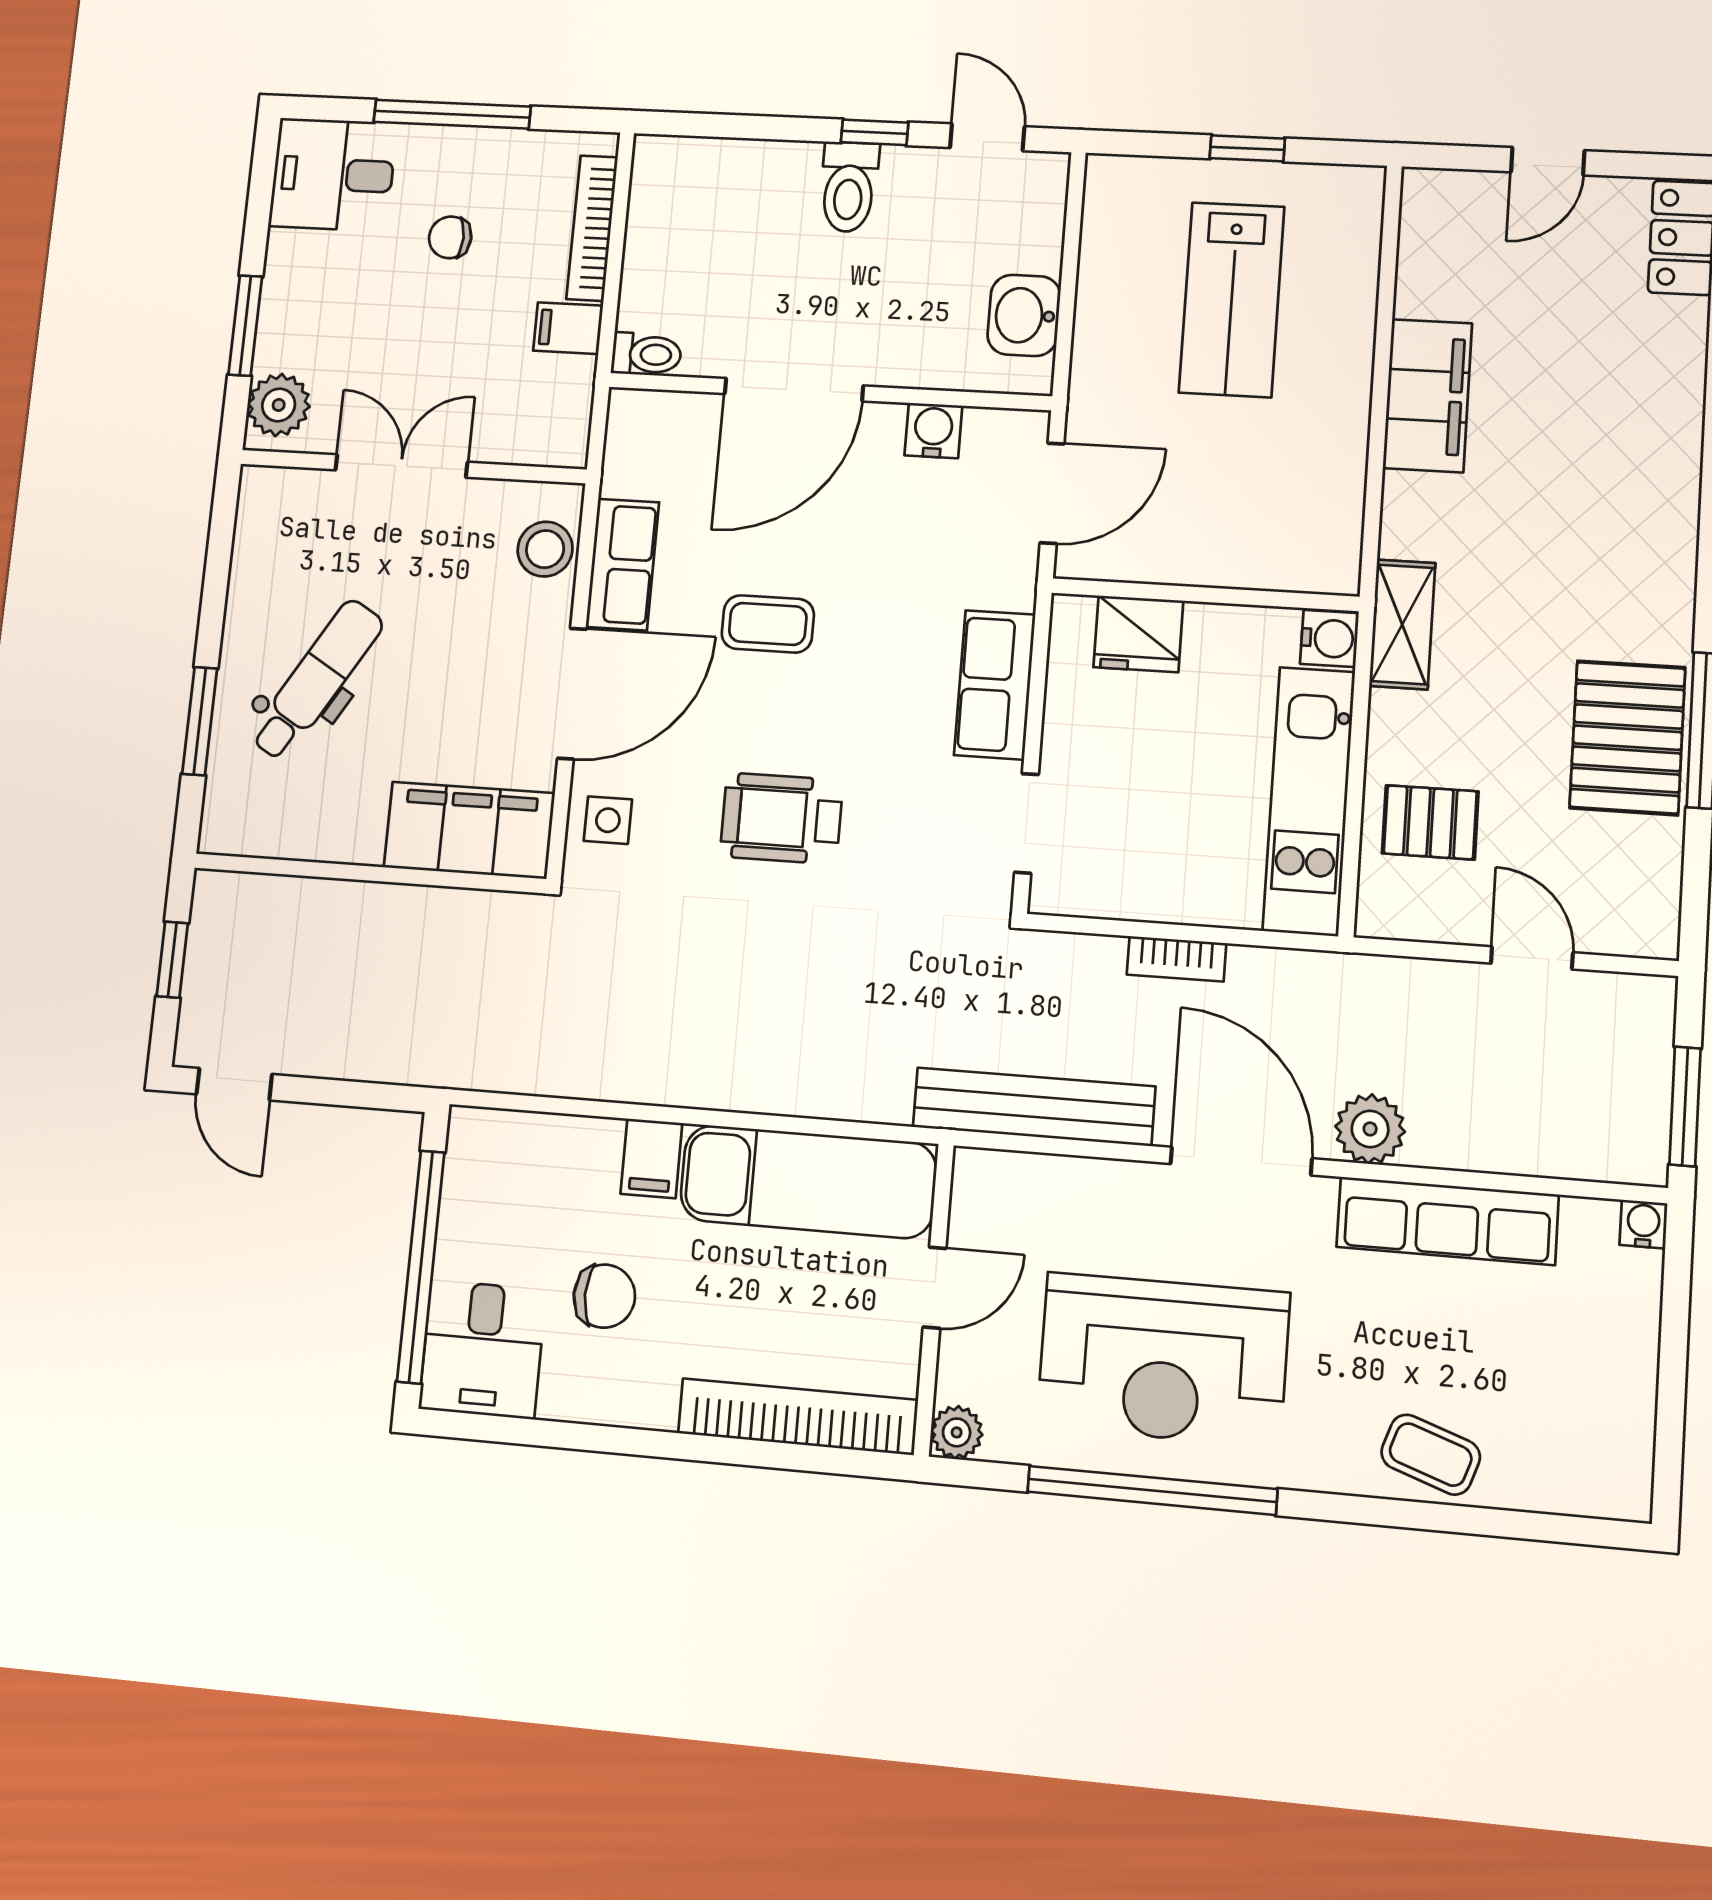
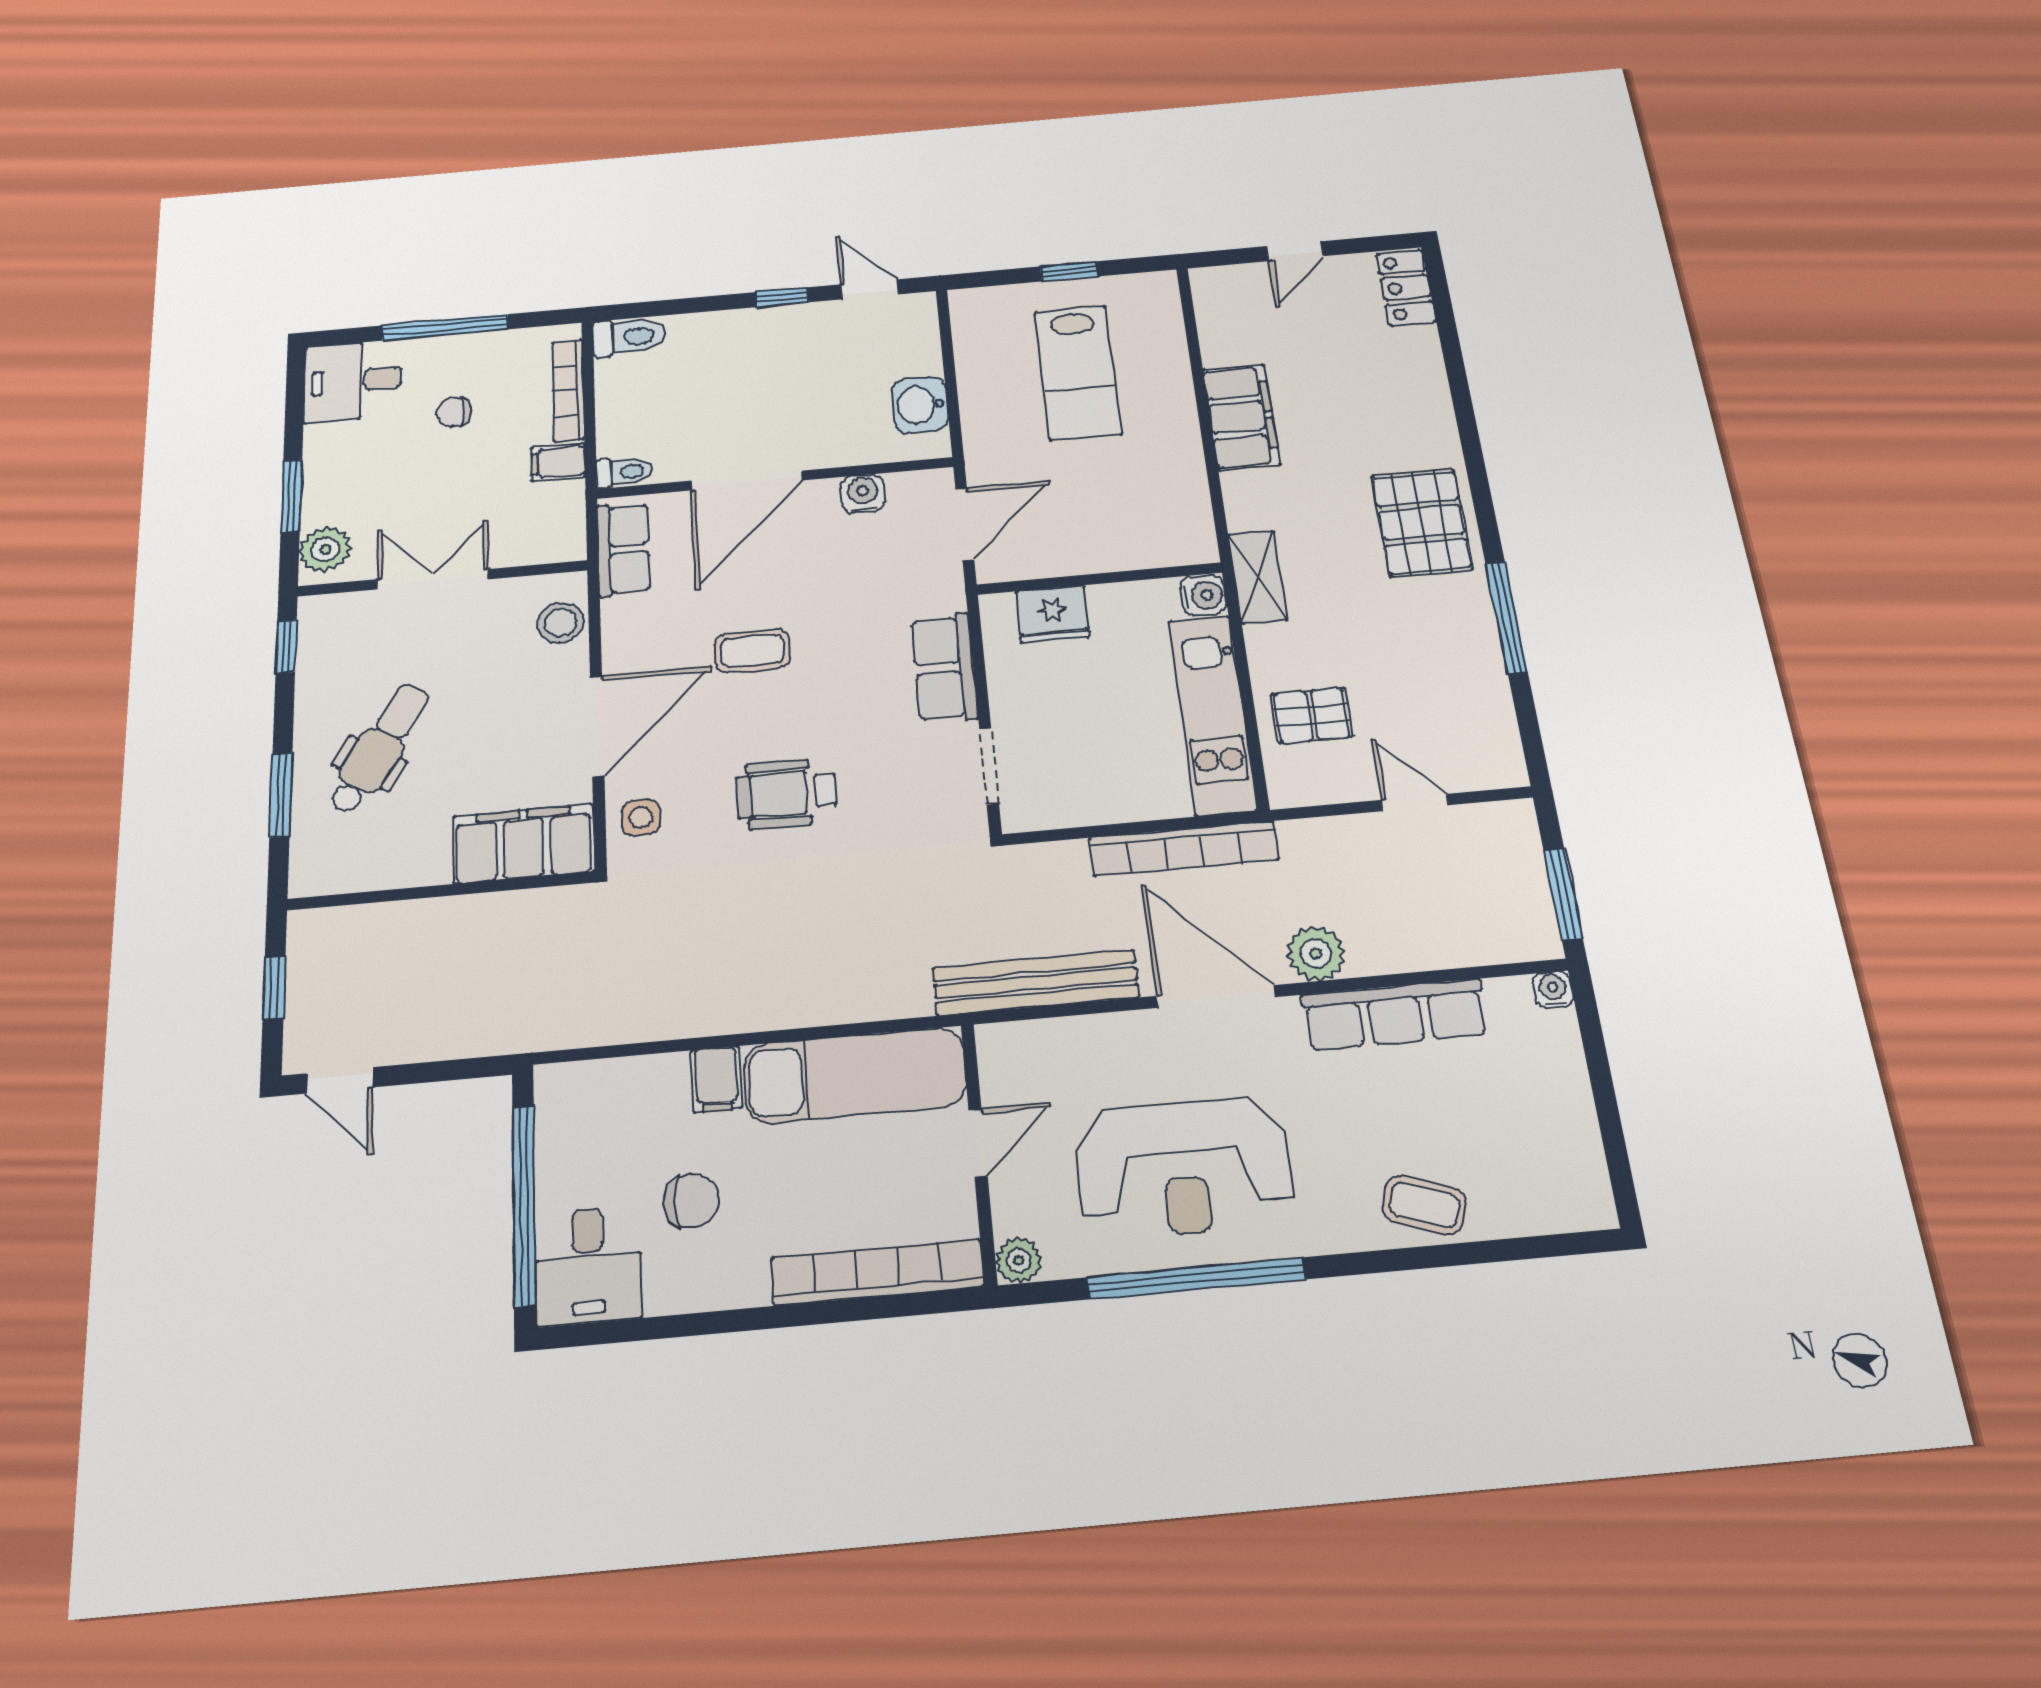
toilet: (849, 187) -> (629, 337), moved, turned -90
window: (222, 529) -> (286, 647), added
row of seats: (622, 564) -> (624, 549), moved
pallet: (1627, 738) -> (1422, 522), moved
bookcase: (1176, 959) -> (1184, 849), width x2.31, depth x1.31

